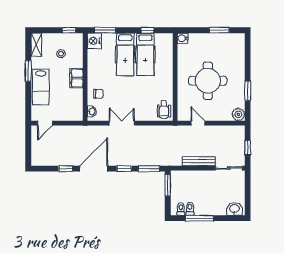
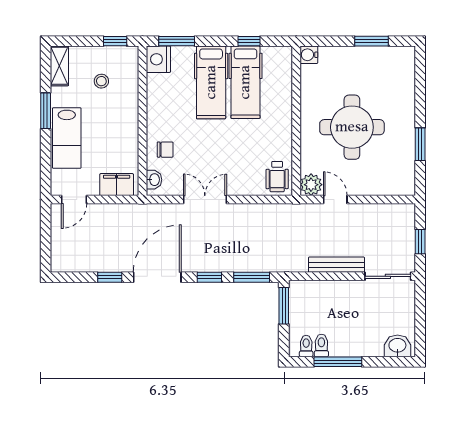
filing cabinet: (76, 78) -> (117, 185), moved, turned 90
plant: (238, 114) -> (311, 185), moved

